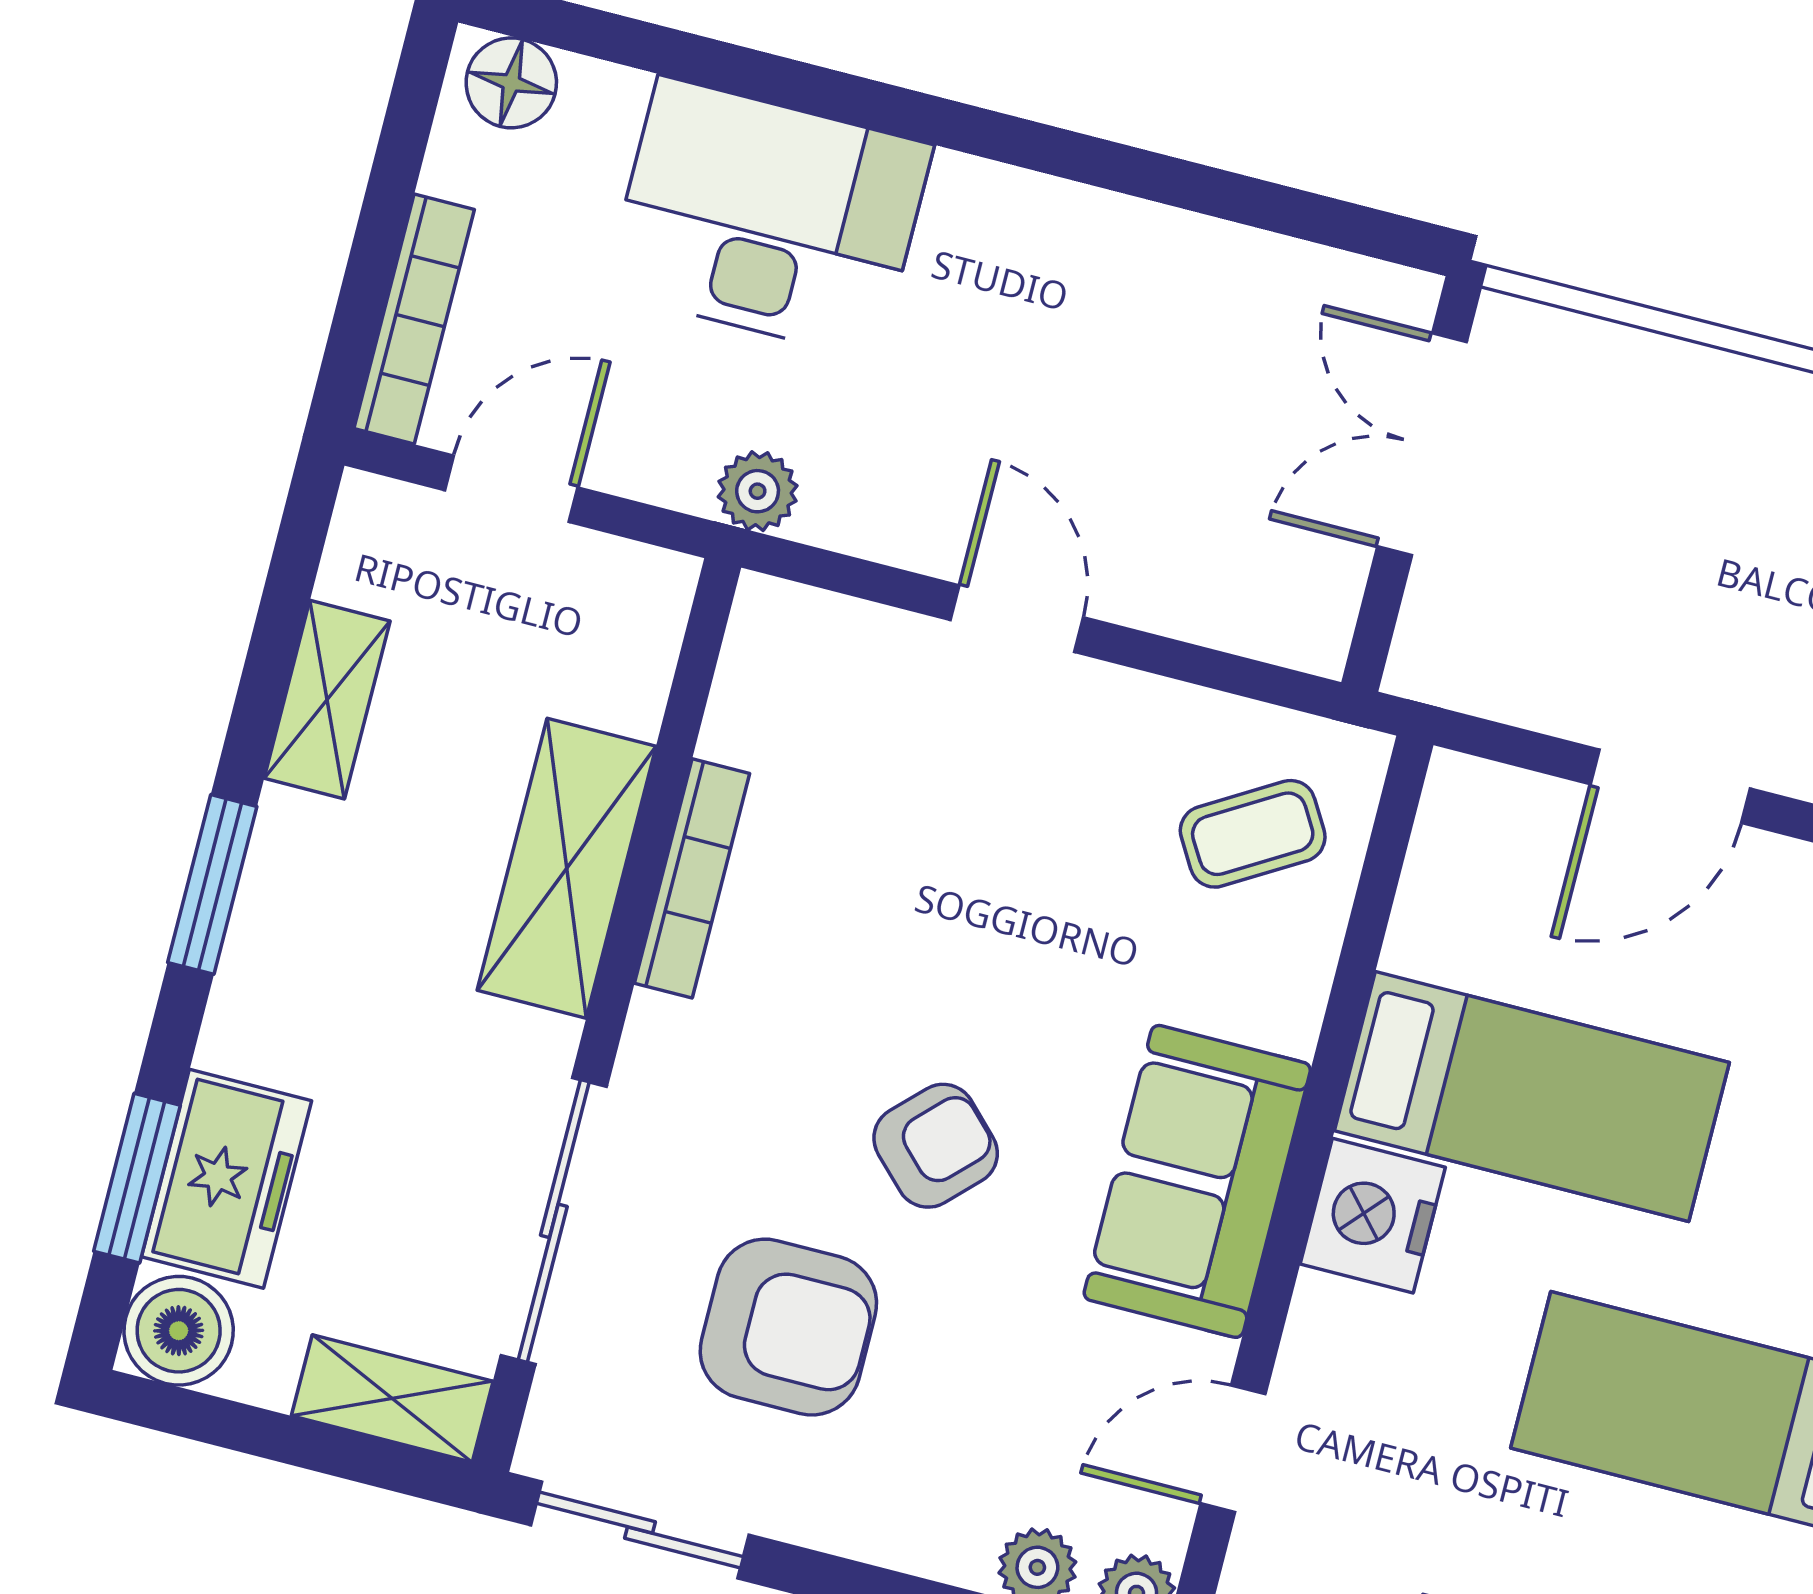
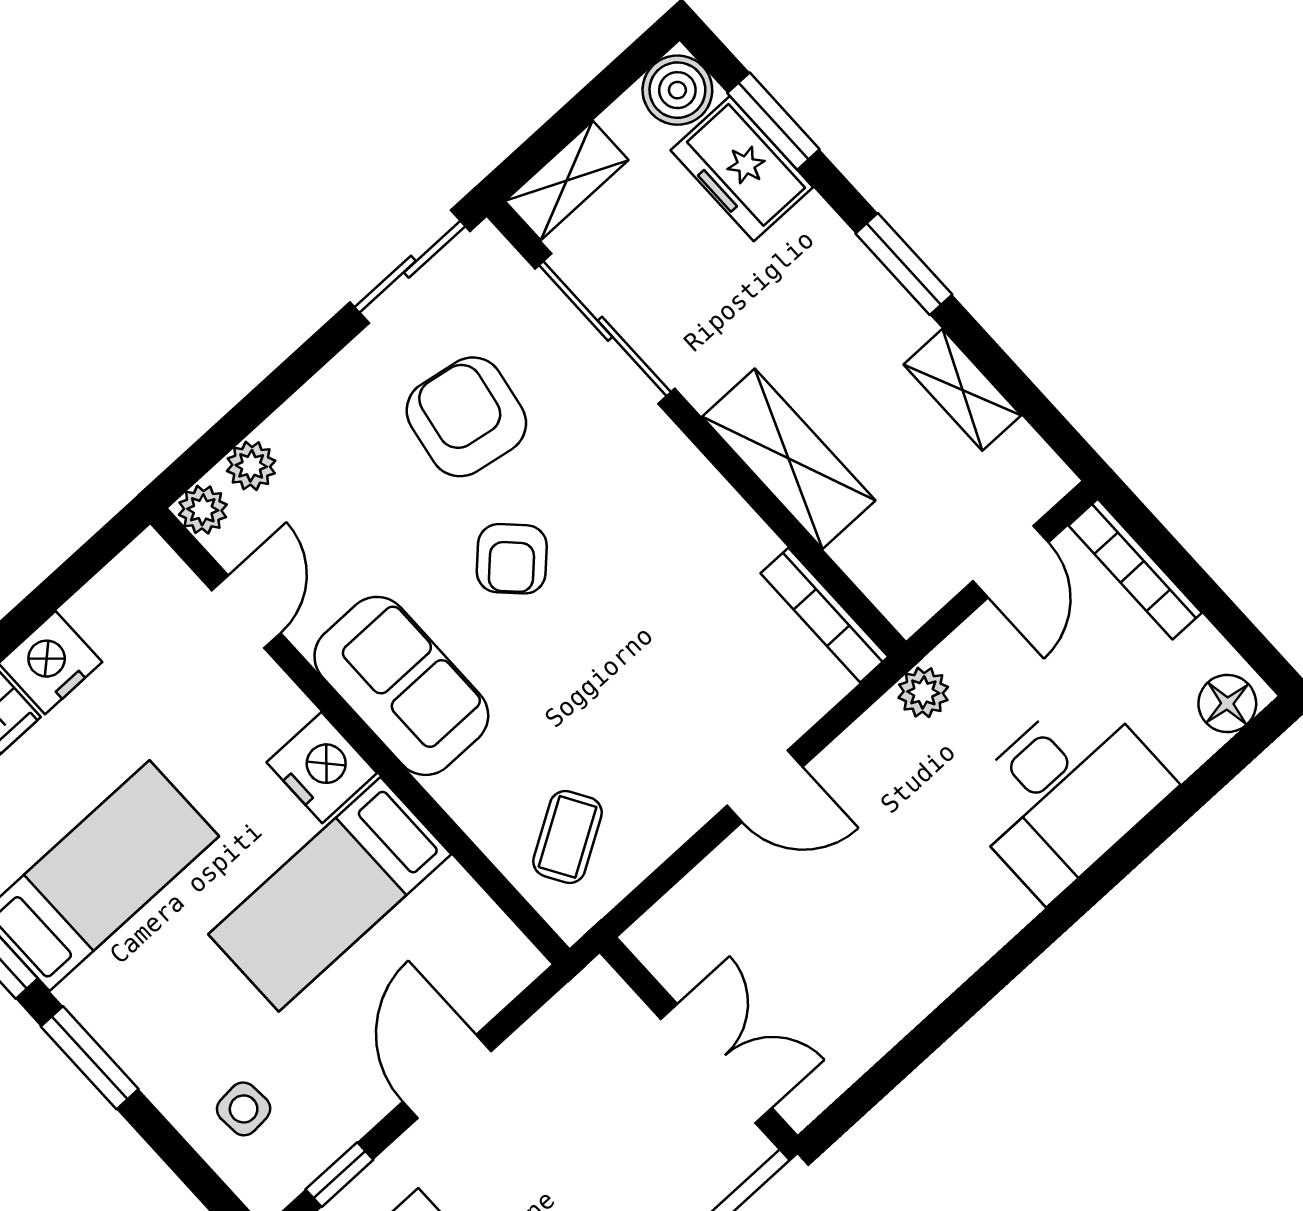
bookcase: (692, 878) -> (824, 615), moved
armchair: (788, 1327) -> (466, 417), turned 100

